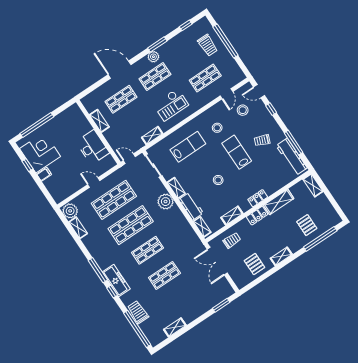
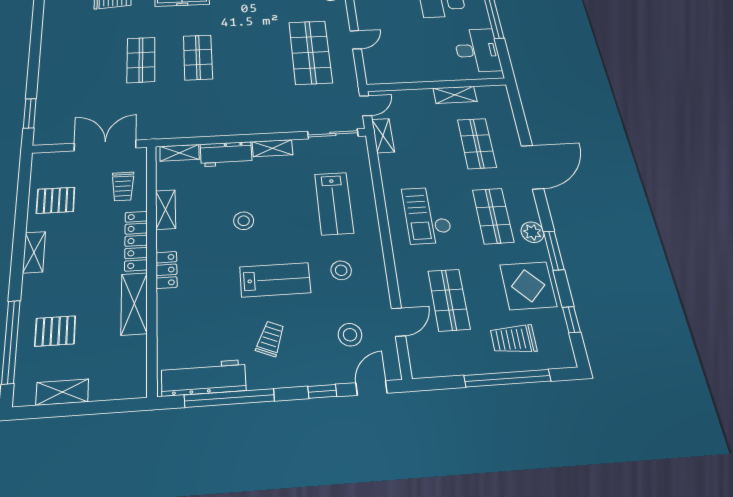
display table: (180, 49) -> (528, 286), added
door: (226, 94) -> (398, 322), swing flipped
shelving: (152, 136) -> (383, 136), moved
window: (293, 143) -> (229, 398), width x1.46
desk: (93, 147) -> (477, 50), moved, turned -90
shelving: (313, 185) -> (62, 392), moved
plant: (166, 202) -> (260, 121), removed
locker: (257, 216) -> (136, 241), width x1.53
shop shelf: (131, 225) -> (254, 55), removed
shelving: (175, 327) -> (50, 34), removed

